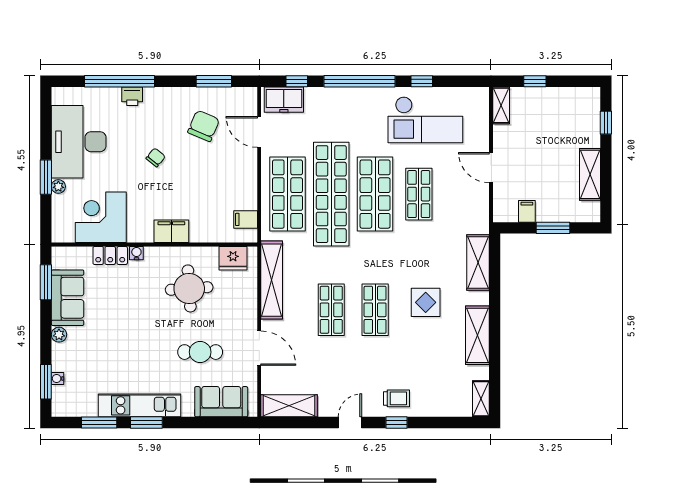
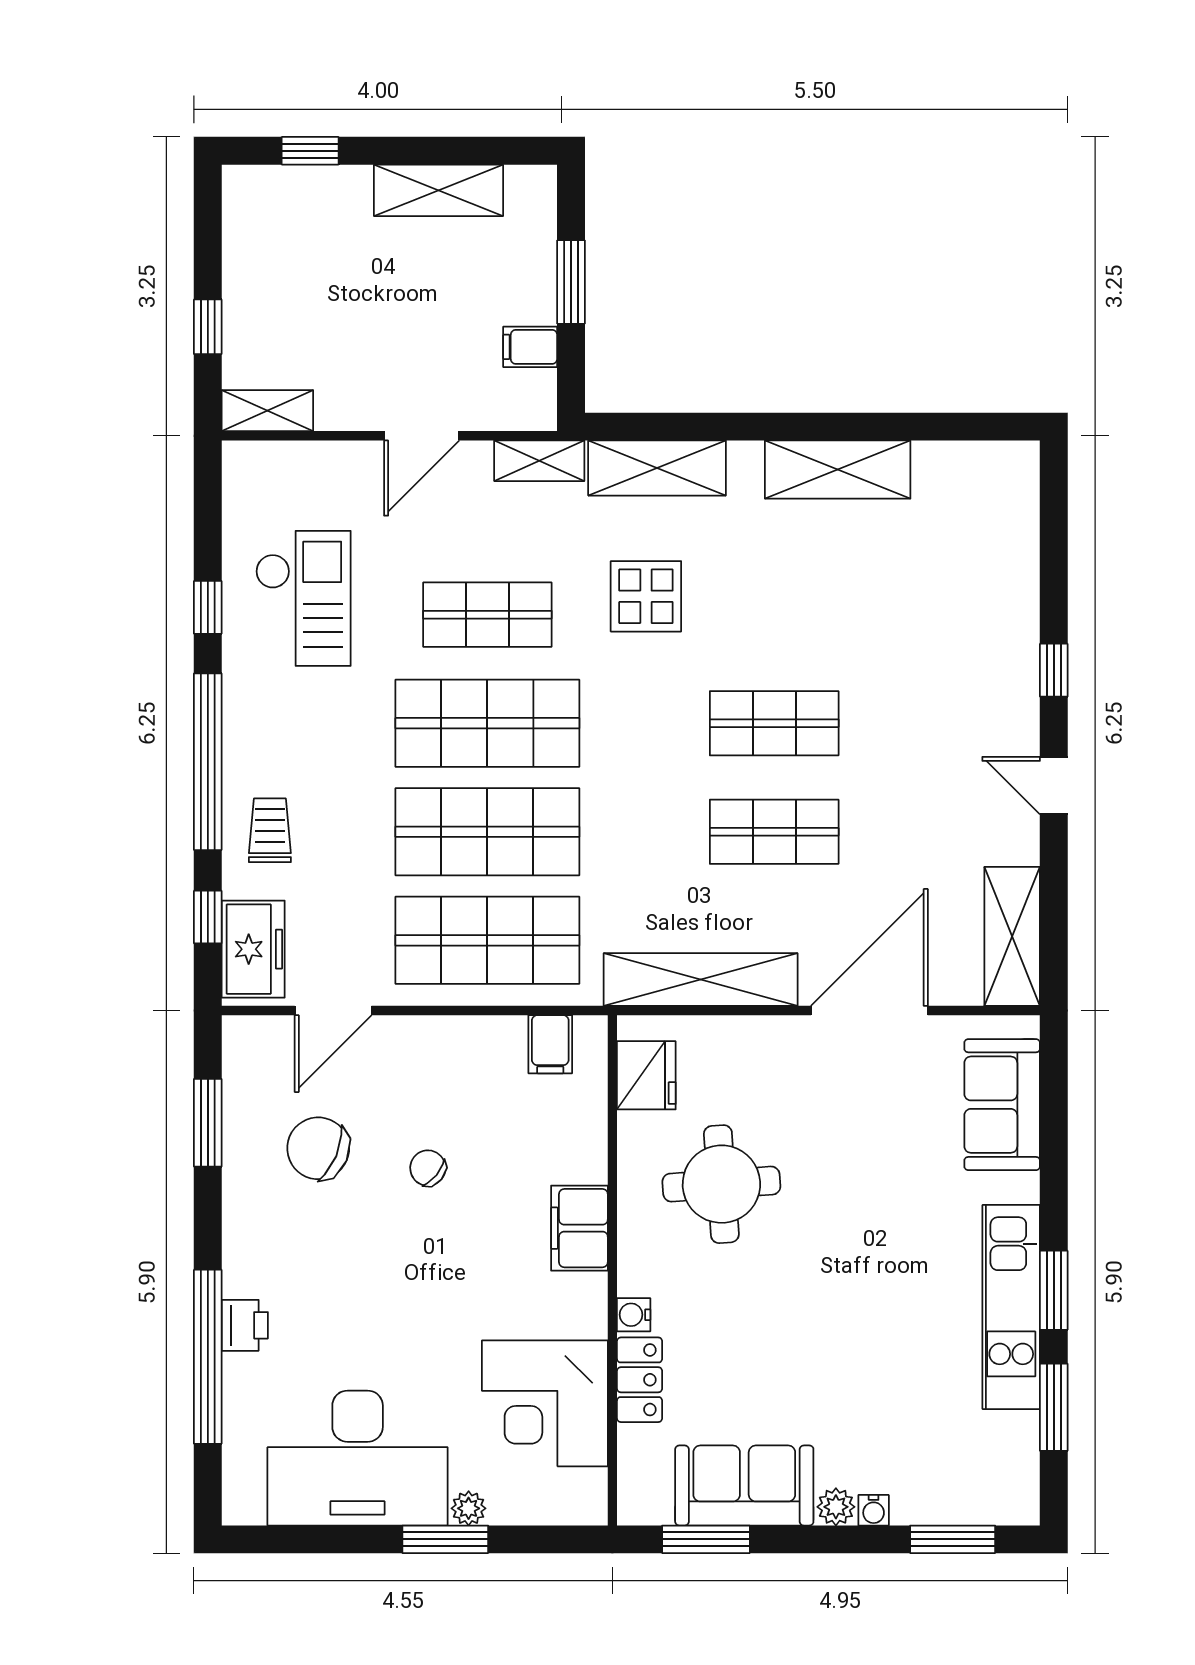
checkout: (425, 120) -> (303, 598), width x0.73, depth x0.83
chair: (156, 157) -> (428, 1168), moved
shop shelf: (331, 194) -> (487, 832), width x0.71
display table: (426, 302) -> (646, 596), moved
door: (259, 348) -> (869, 1011), width x1.36
cafe table: (200, 352) -> (879, 1157), removed
water cooler: (58, 379) -> (874, 1510), moved
trolley: (397, 398) -> (270, 830), moved
shelving: (481, 399) -> (539, 461), moved

